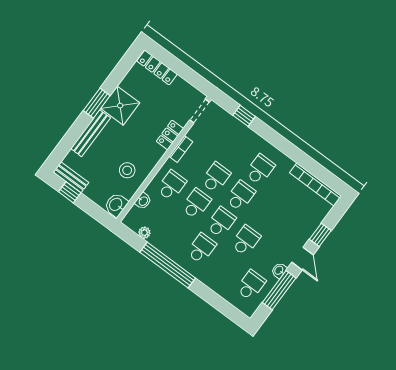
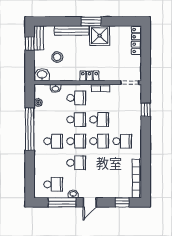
locker: (170, 135) -> (89, 76), moved
stool: (127, 170) -> (57, 57), moved
window: (320, 235) -> (122, 202), moved

